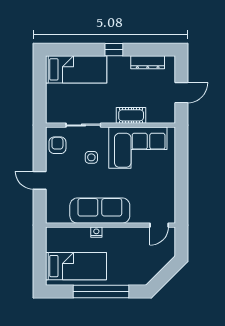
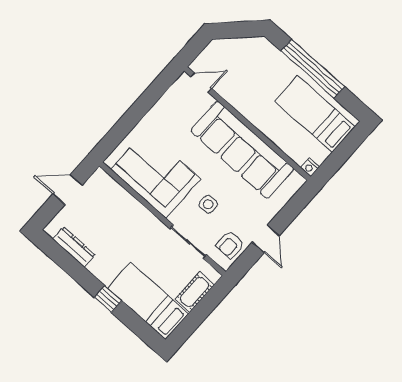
window: (114, 50) -> (108, 299), moved
cot: (131, 115) -> (195, 292), moved, turned 90
door: (40, 180) -> (266, 239), moved
sofa: (100, 211) -> (242, 150), width x1.36, depth x1.27
nightstand: (96, 232) -> (310, 167), moved

